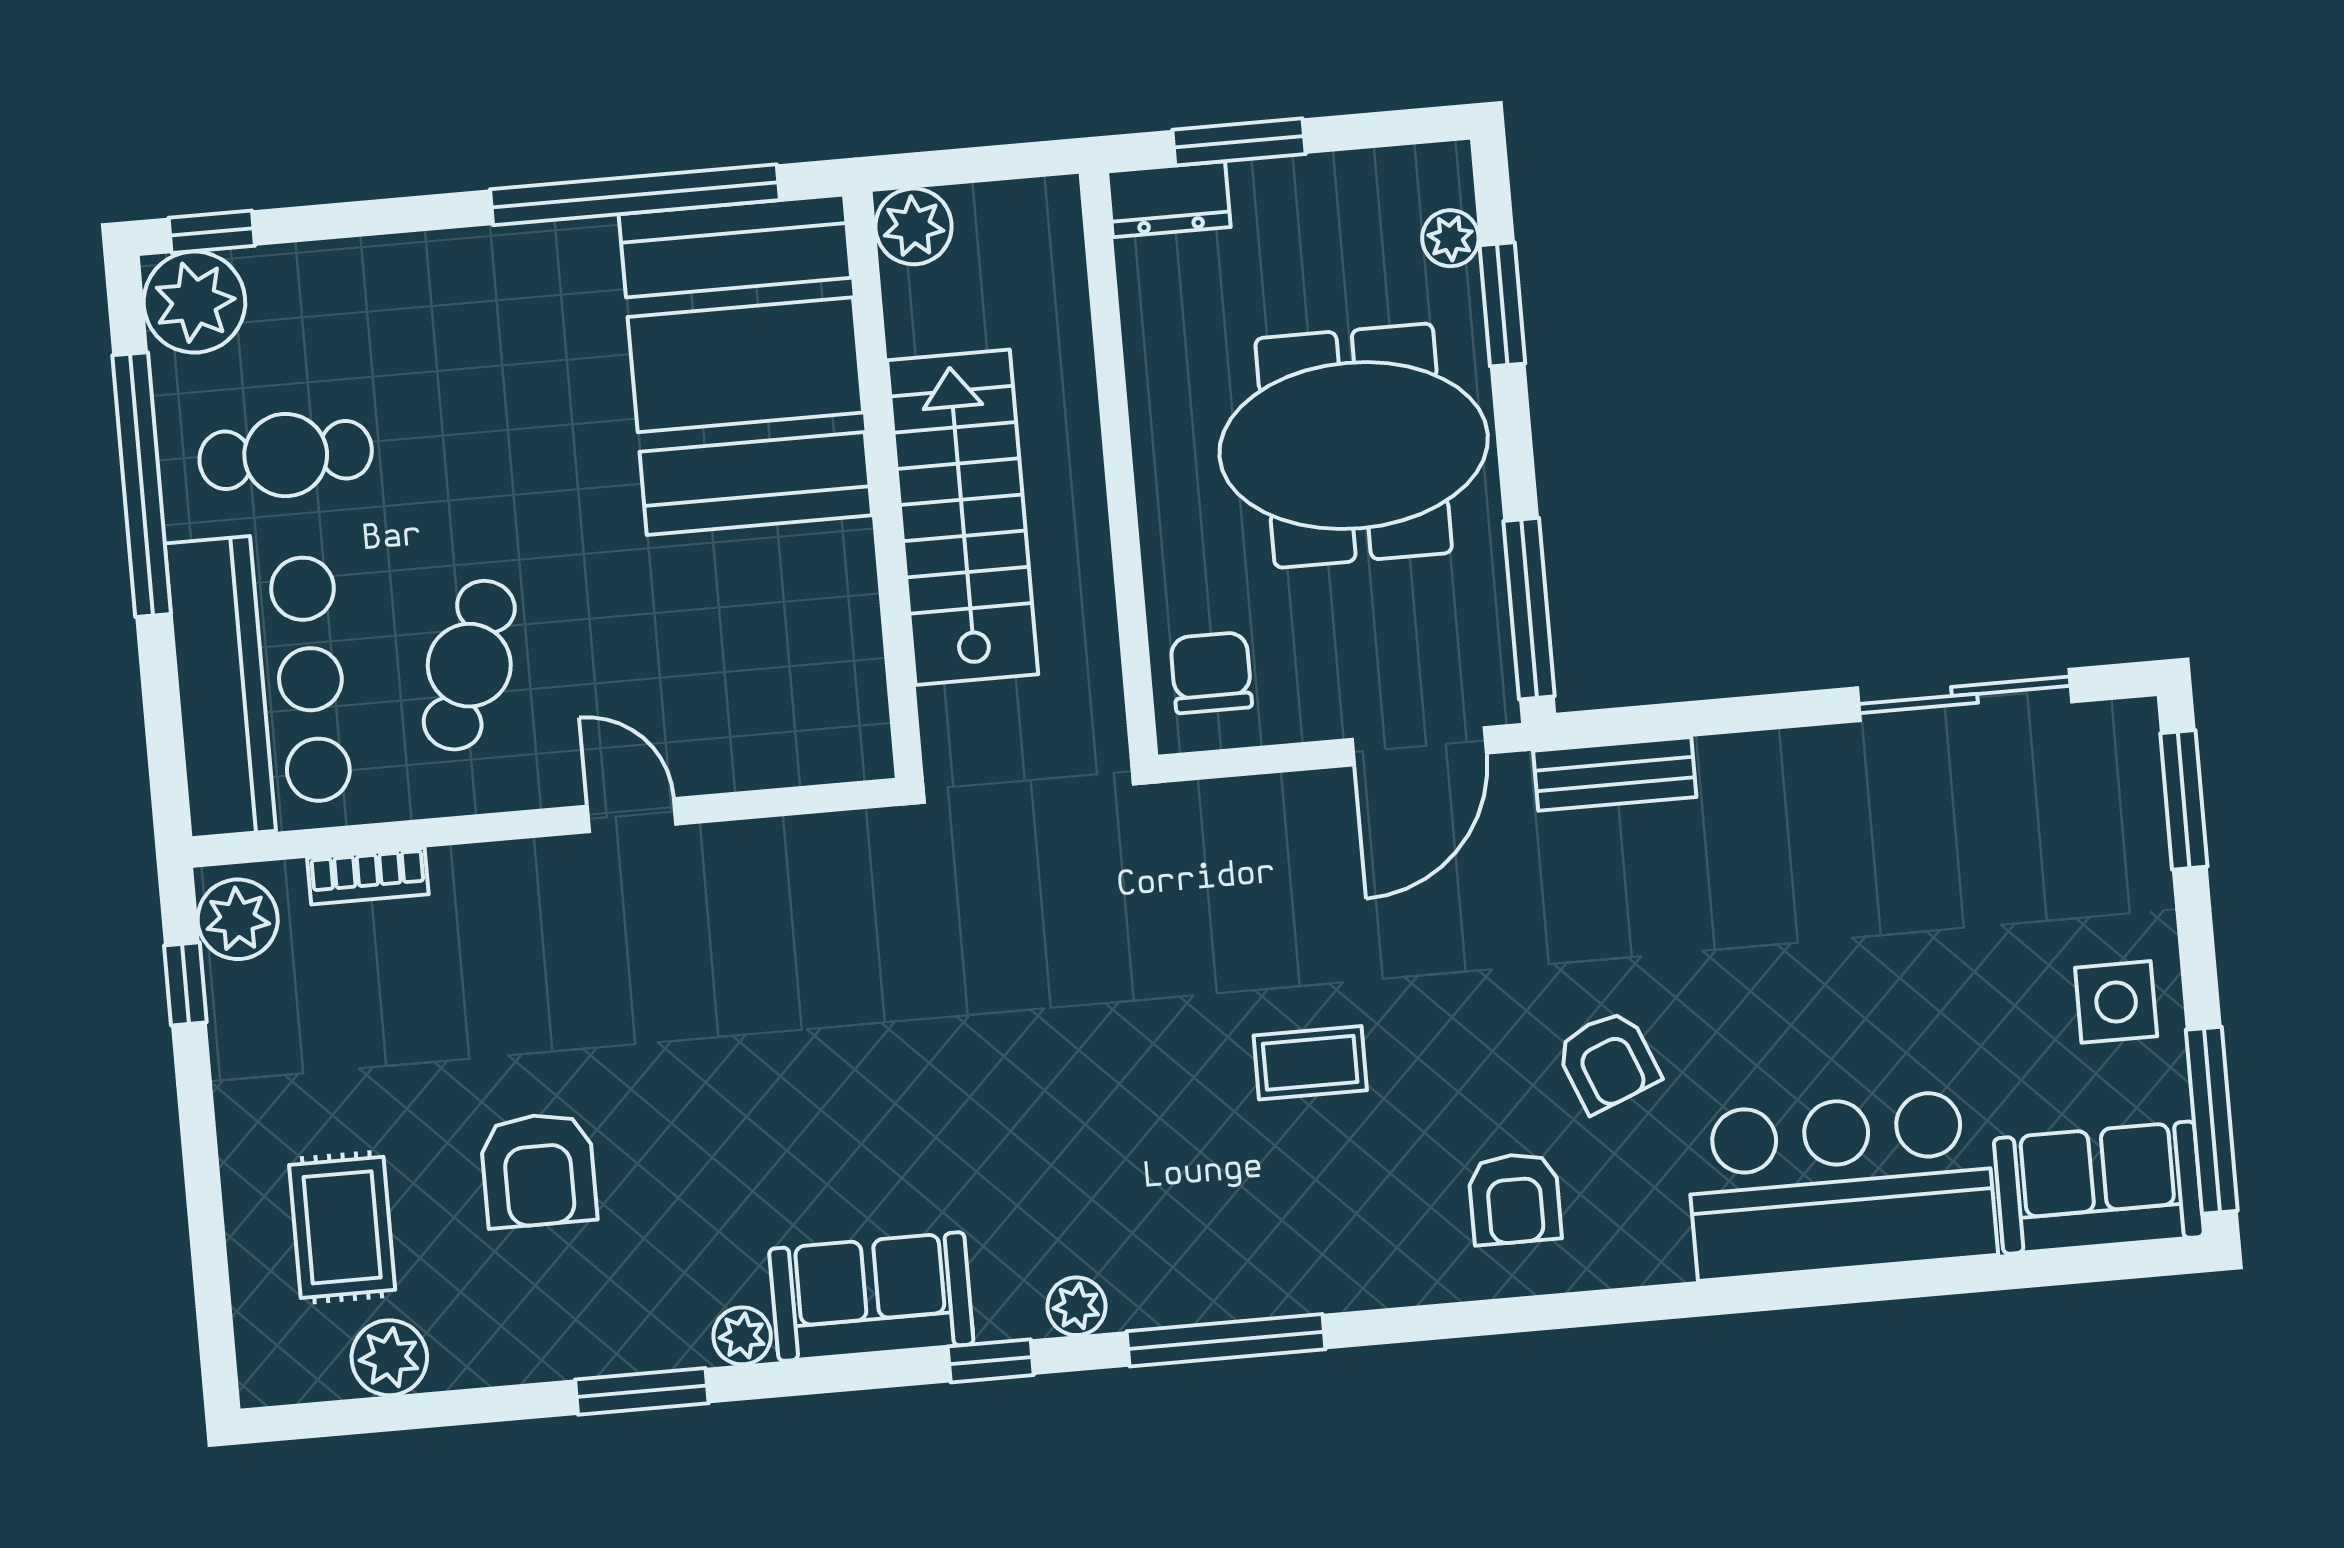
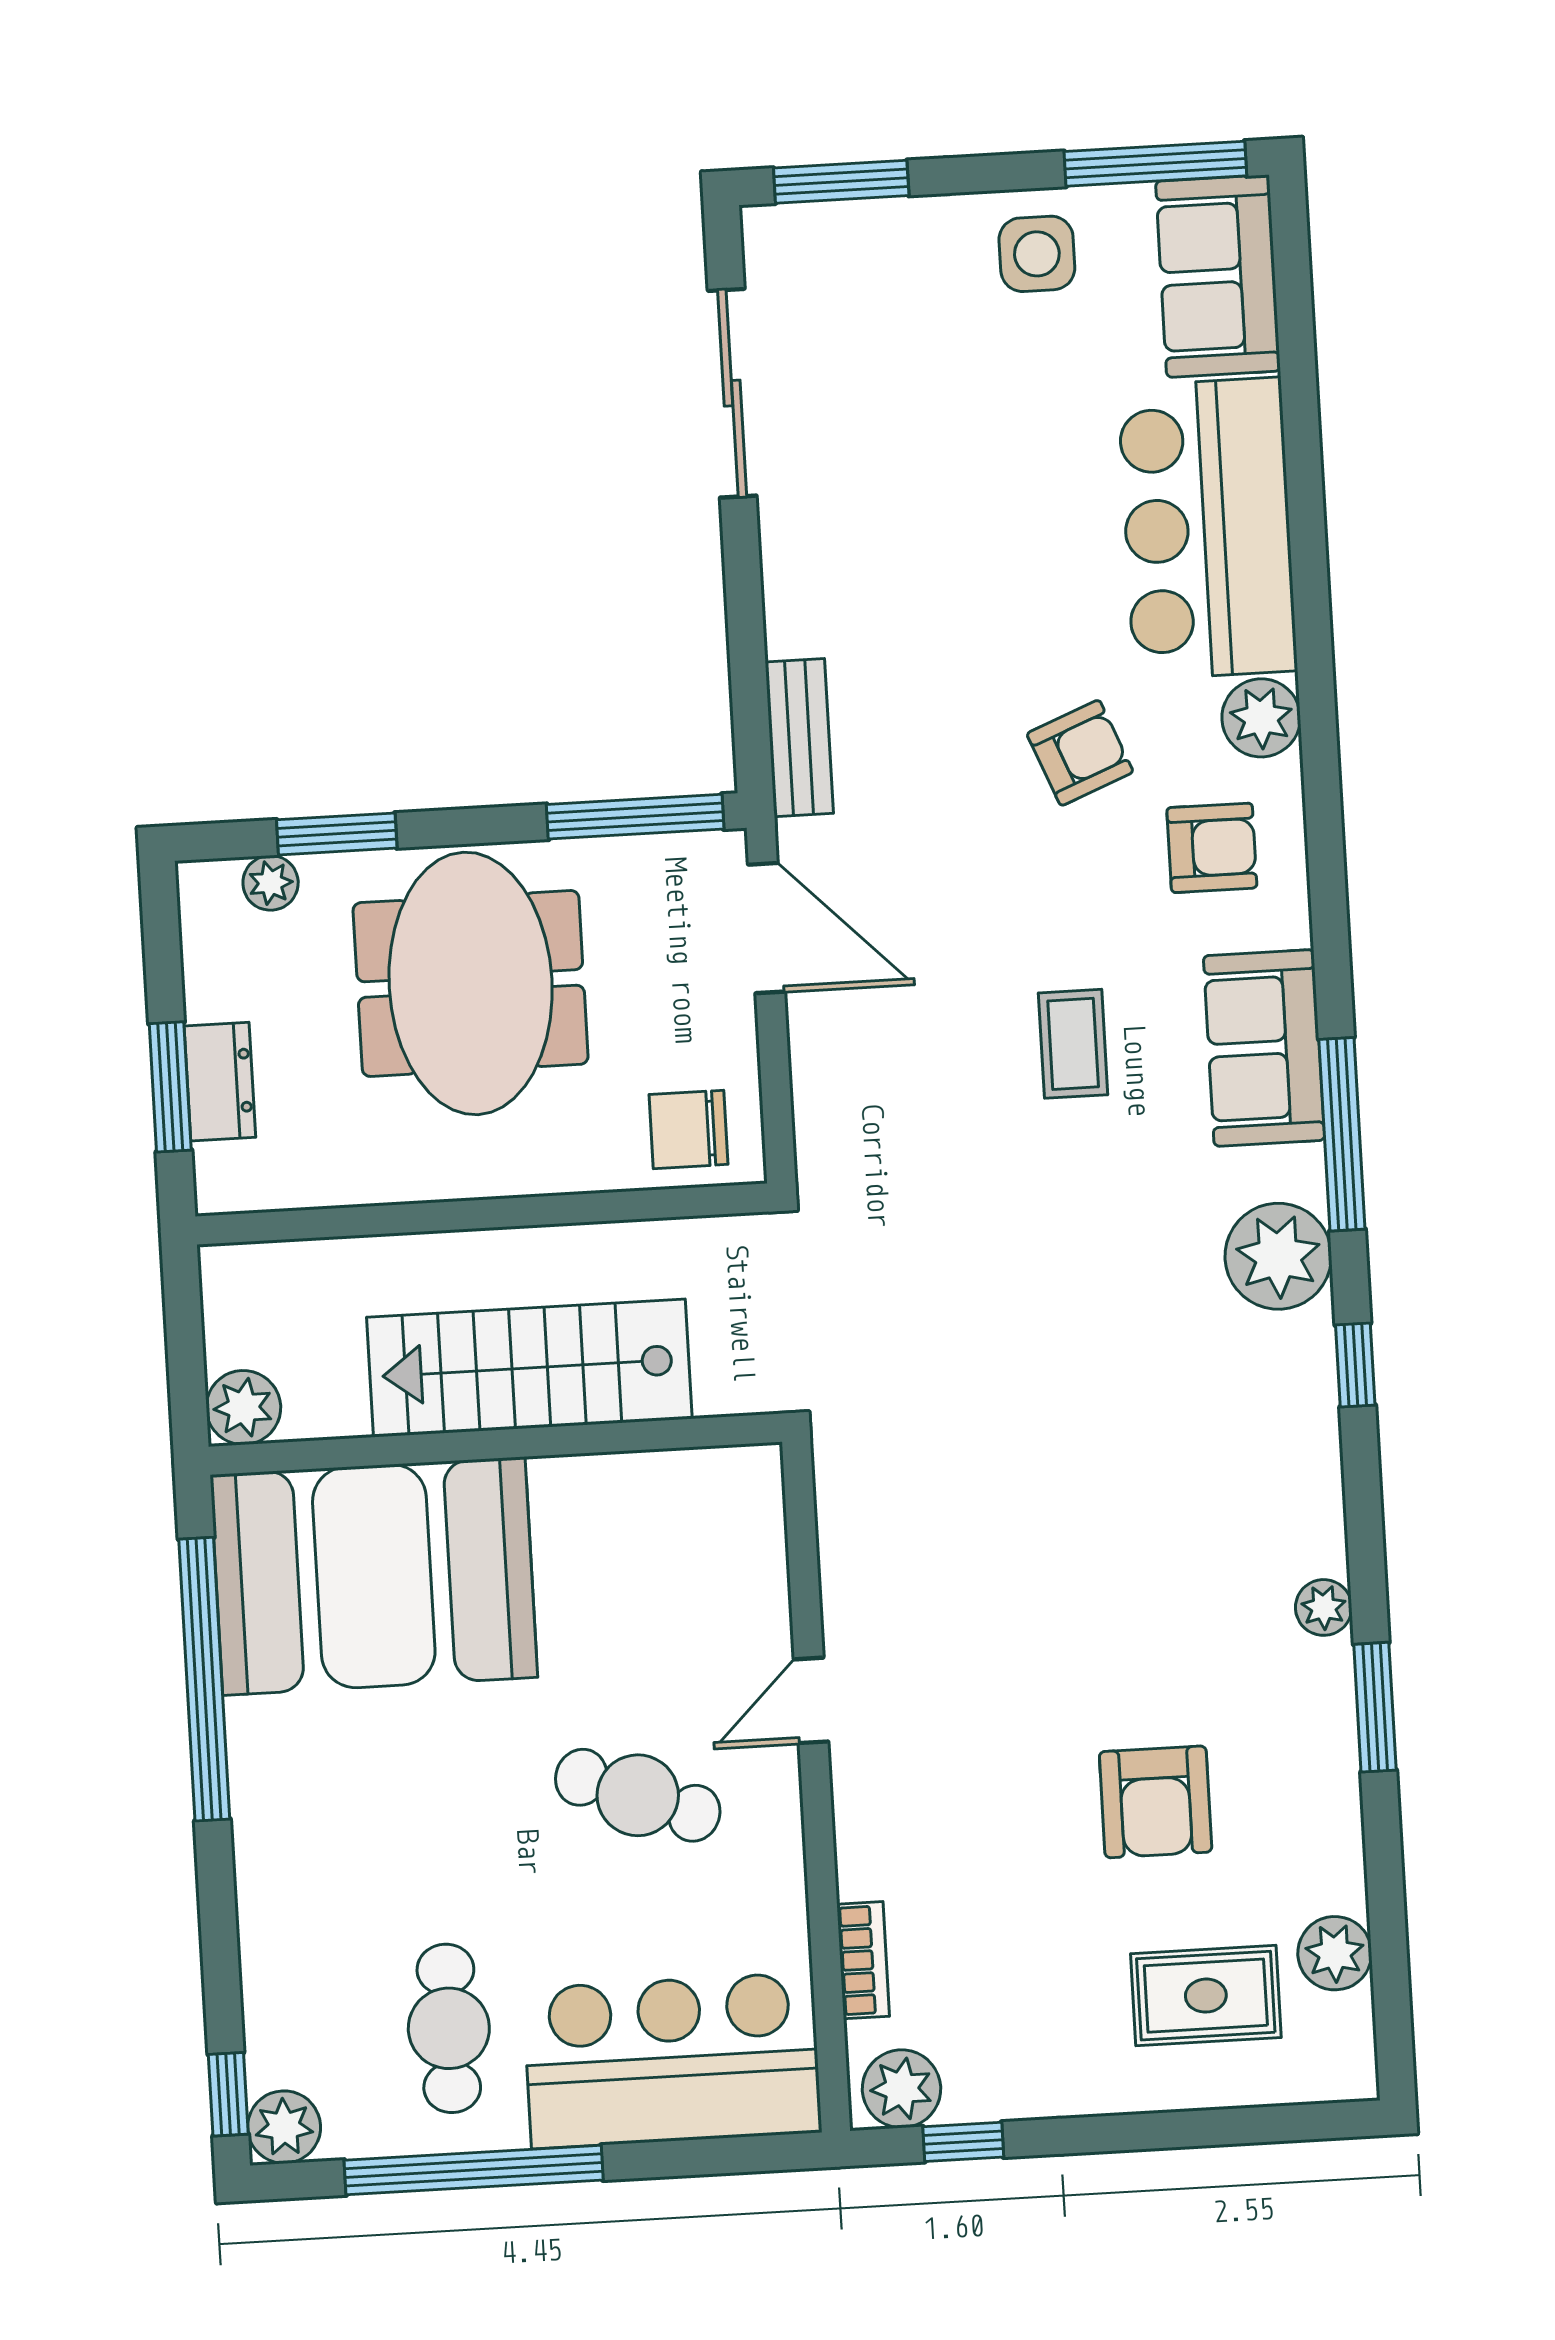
dresser: (1169, 199) -> (220, 1082), moved
plant: (194, 302) -> (284, 2127), width x0.73, depth x0.73
cafe table: (469, 665) -> (638, 1795), moved
armchair: (538, 1170) -> (1156, 1802), turned 90
plant: (1649, 1245) -> (1261, 718), added
sofa: (871, 1297) -> (1264, 1048), moved
plant: (1076, 1306) -> (1278, 1256), width x1.87, depth x1.87

